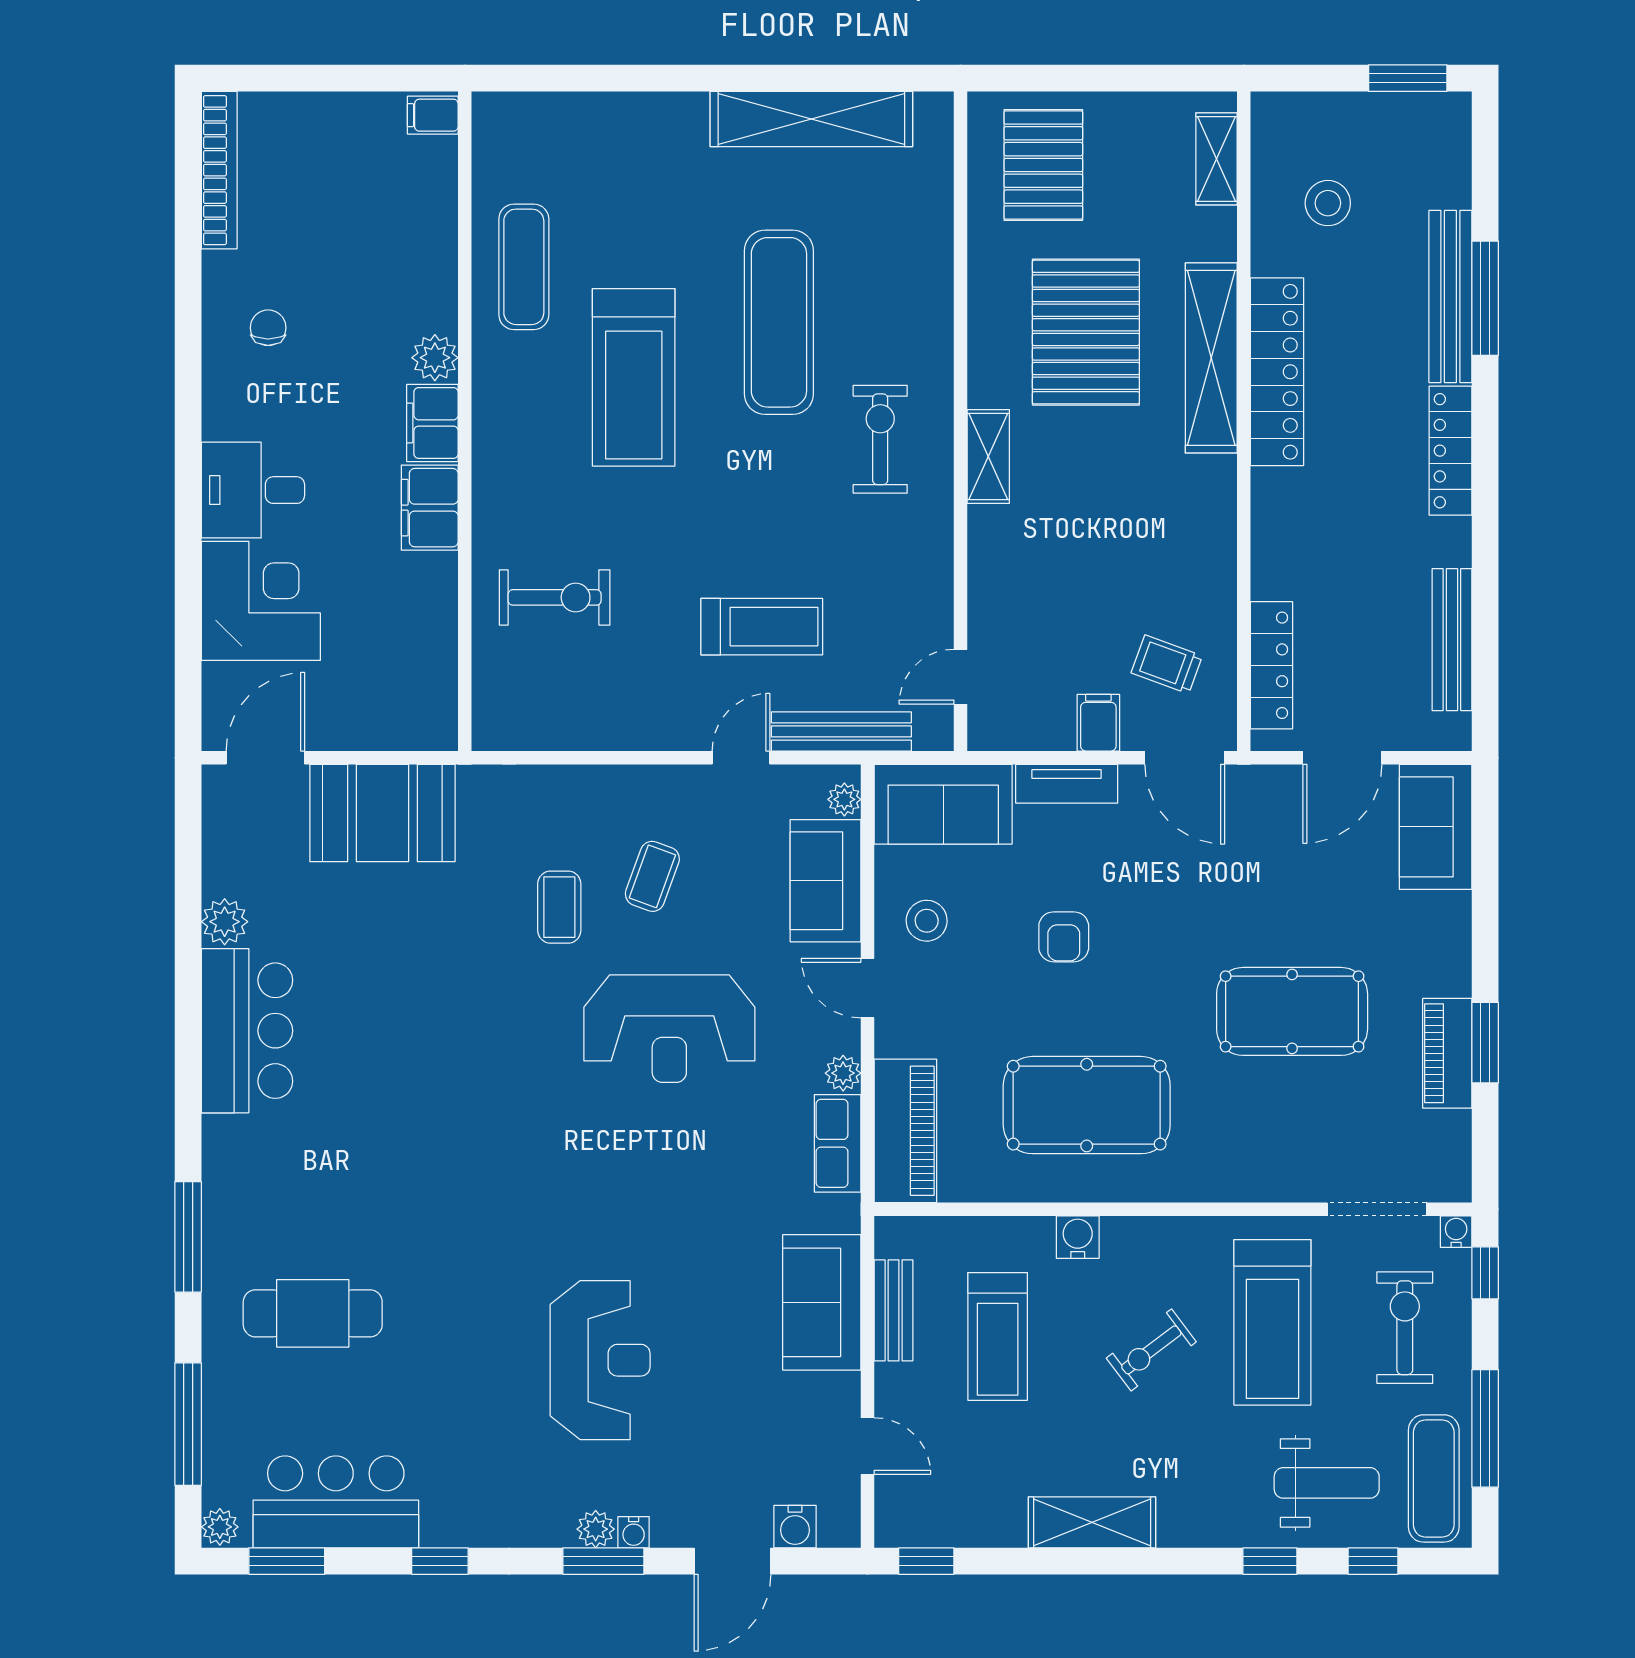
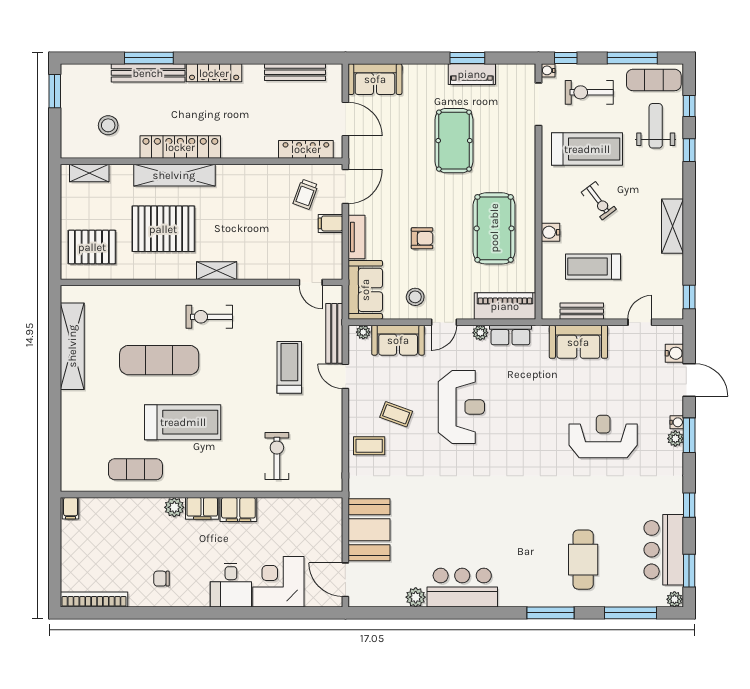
coffee table: (559, 907) -> (369, 446), moved
treadmill: (998, 1336) -> (593, 267), turned 180

